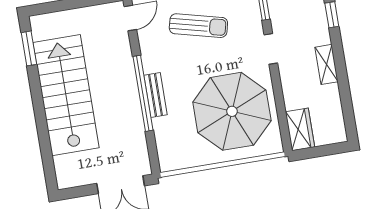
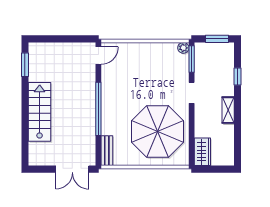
sun lounger: (198, 26) -> (144, 69), removed
stairs: (66, 95) -> (40, 112), width x0.73, depth x0.66
bench: (155, 95) -> (107, 151), moved

